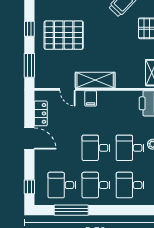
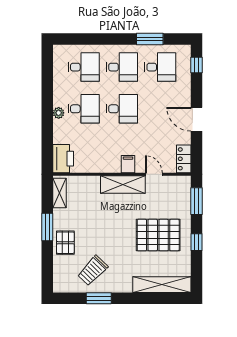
locker: (41, 113) -> (184, 159), moved
window: (71, 210) -> (150, 39), width x0.69

